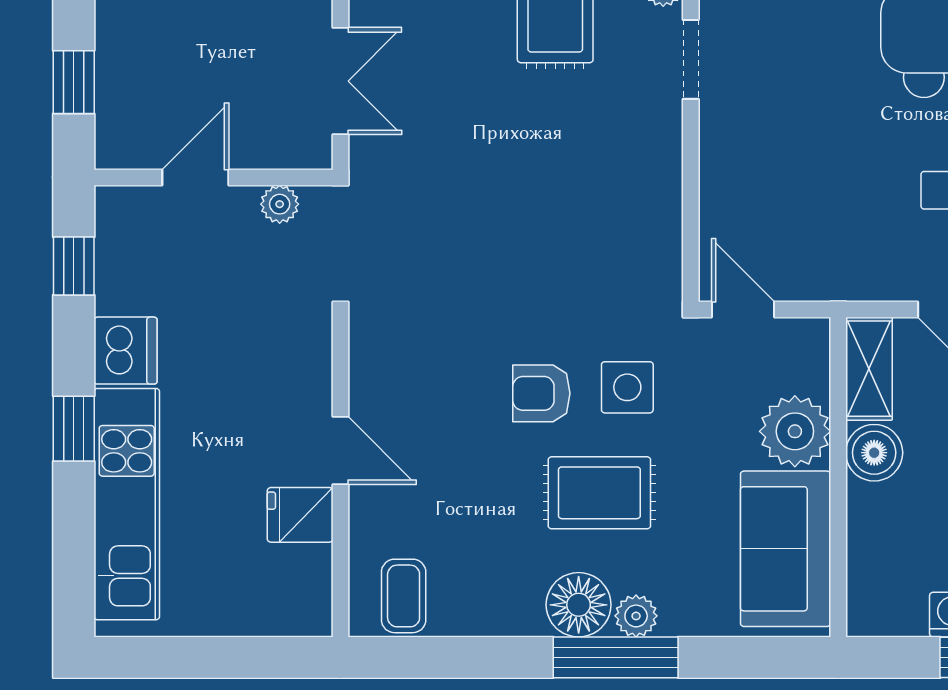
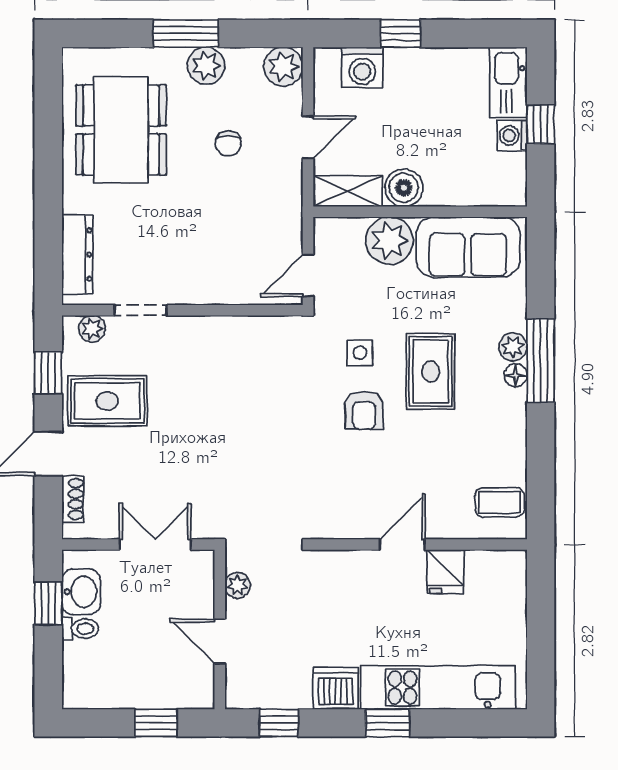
side table: (627, 387) -> (360, 353), width x0.73, depth x0.73
floor lamp: (579, 605) -> (516, 375), width x0.53, depth x0.53

